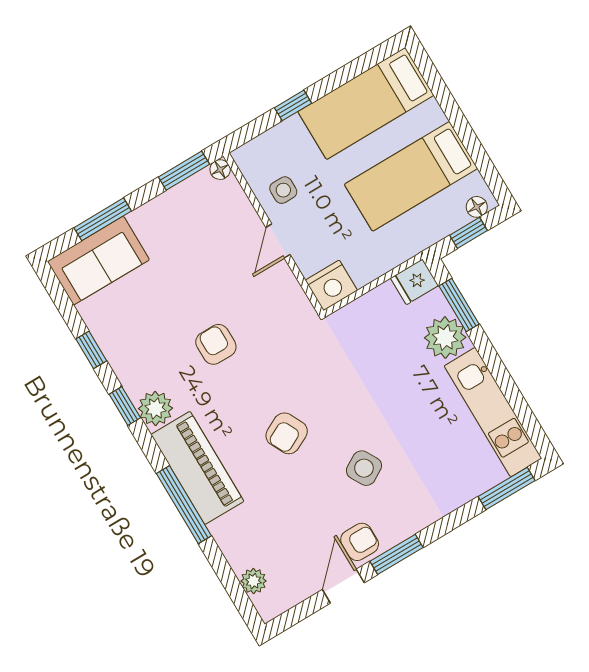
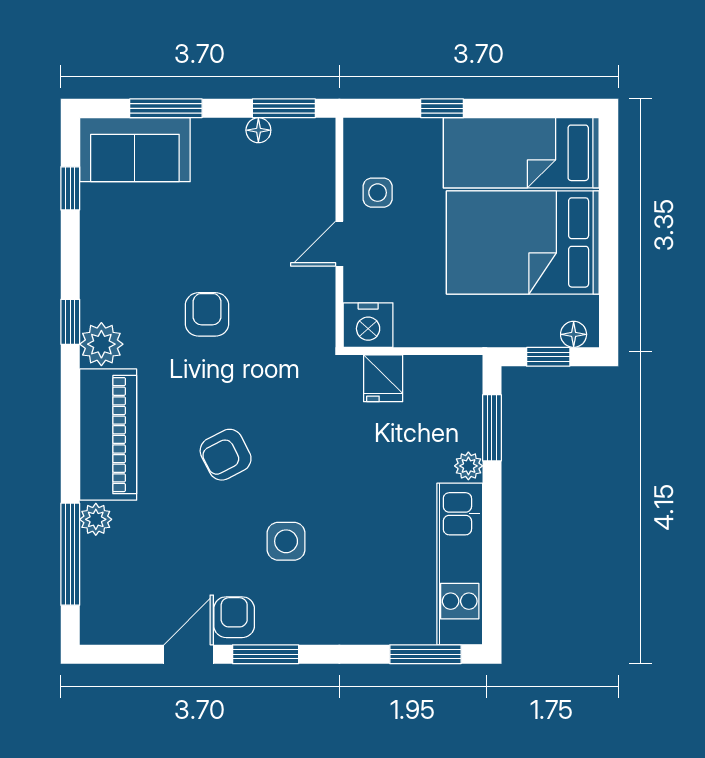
floor lamp: (220, 170) -> (258, 130), moved
bed: (411, 176) -> (523, 242), width x1.50
fridge: (414, 282) -> (383, 378), moved, turned -90
plant: (445, 338) -> (468, 466), width x0.53, depth x0.53
window: (91, 350) -> (70, 188), moved
side table: (364, 468) -> (286, 541), turned 30
window: (184, 505) -> (70, 554), moved
armchair: (360, 542) -> (234, 617), turned -90
plant: (253, 581) -> (96, 519), moved

